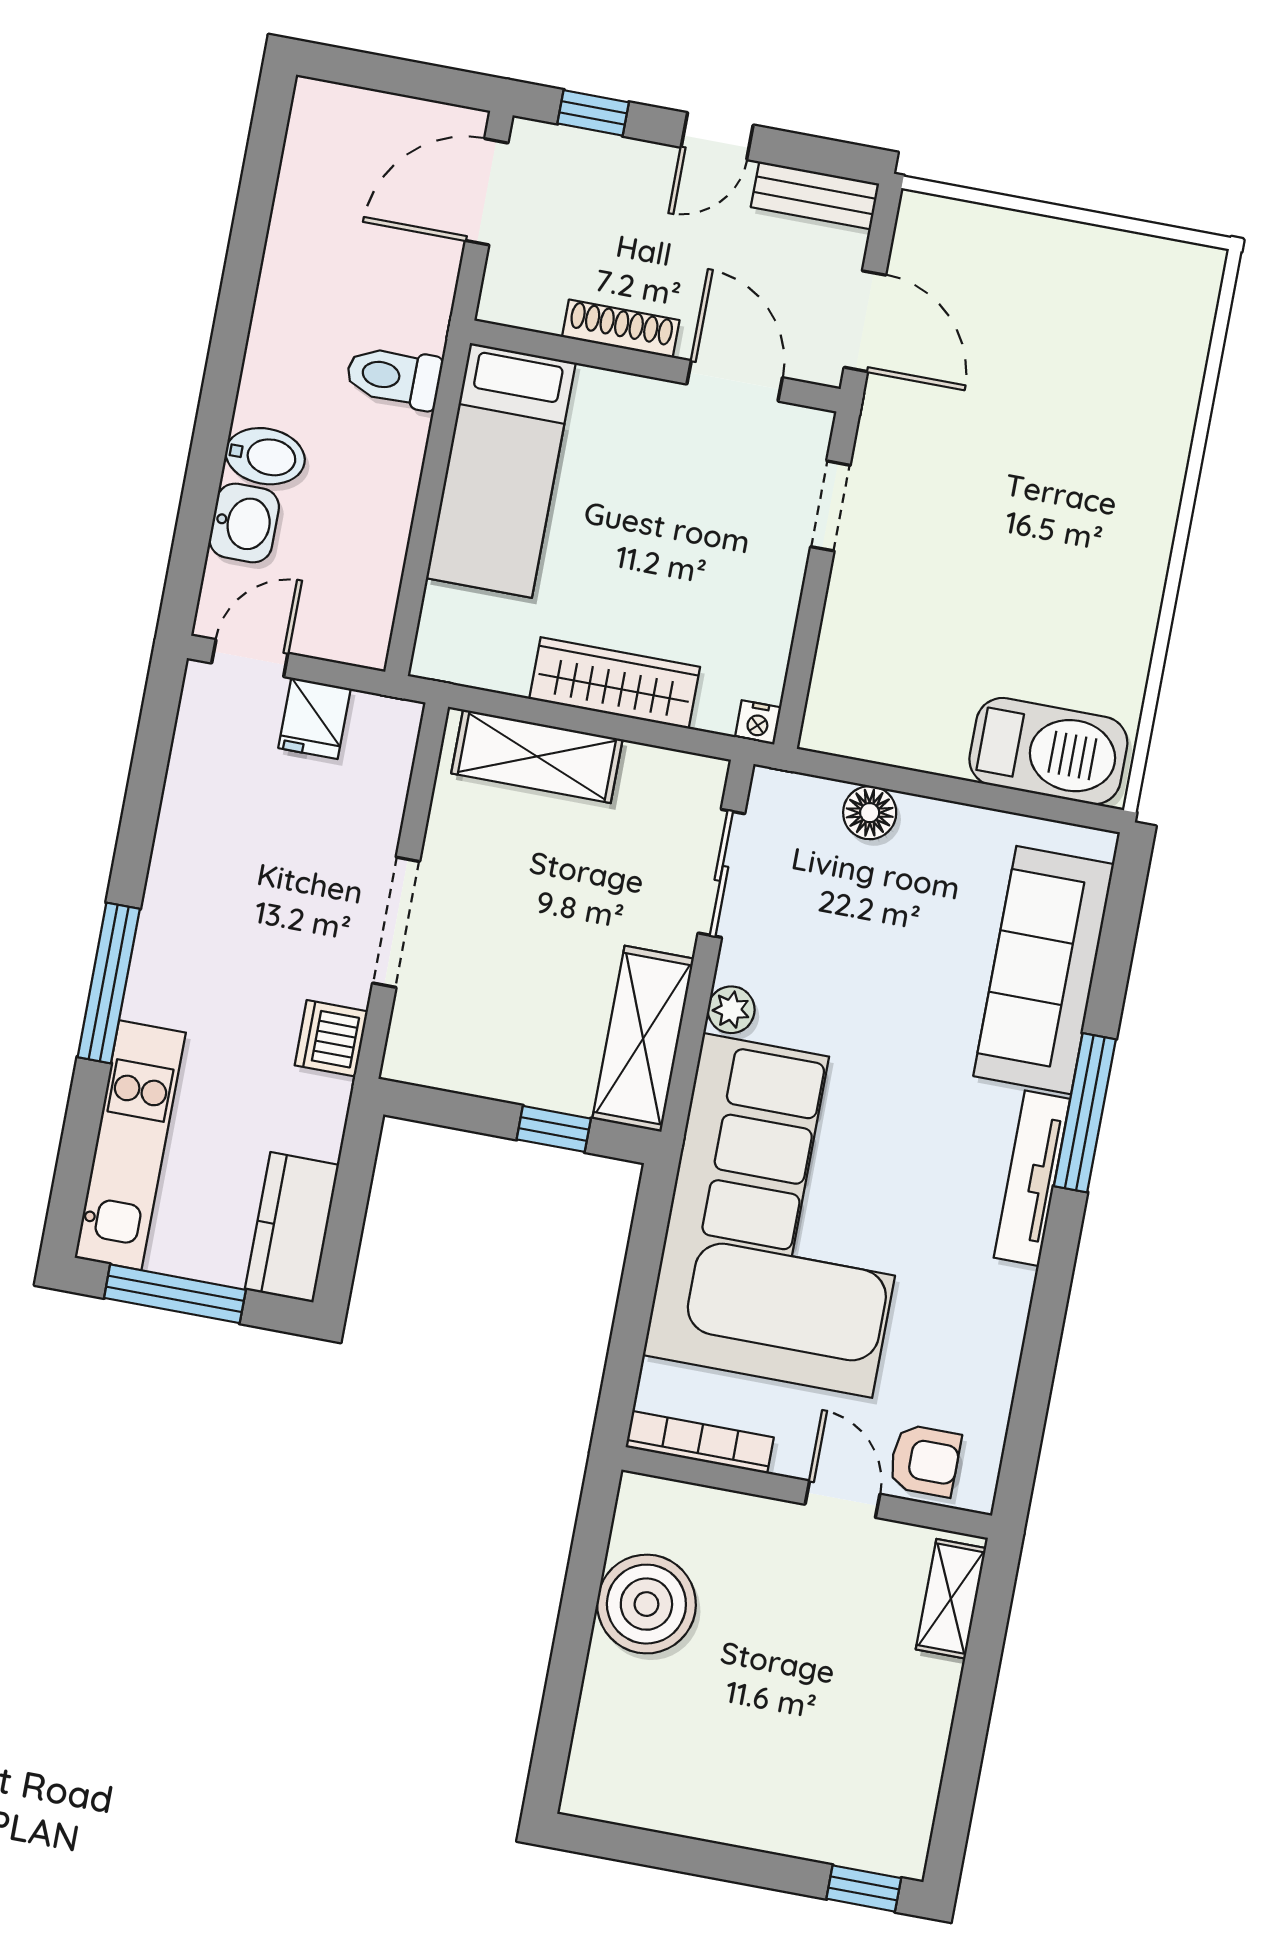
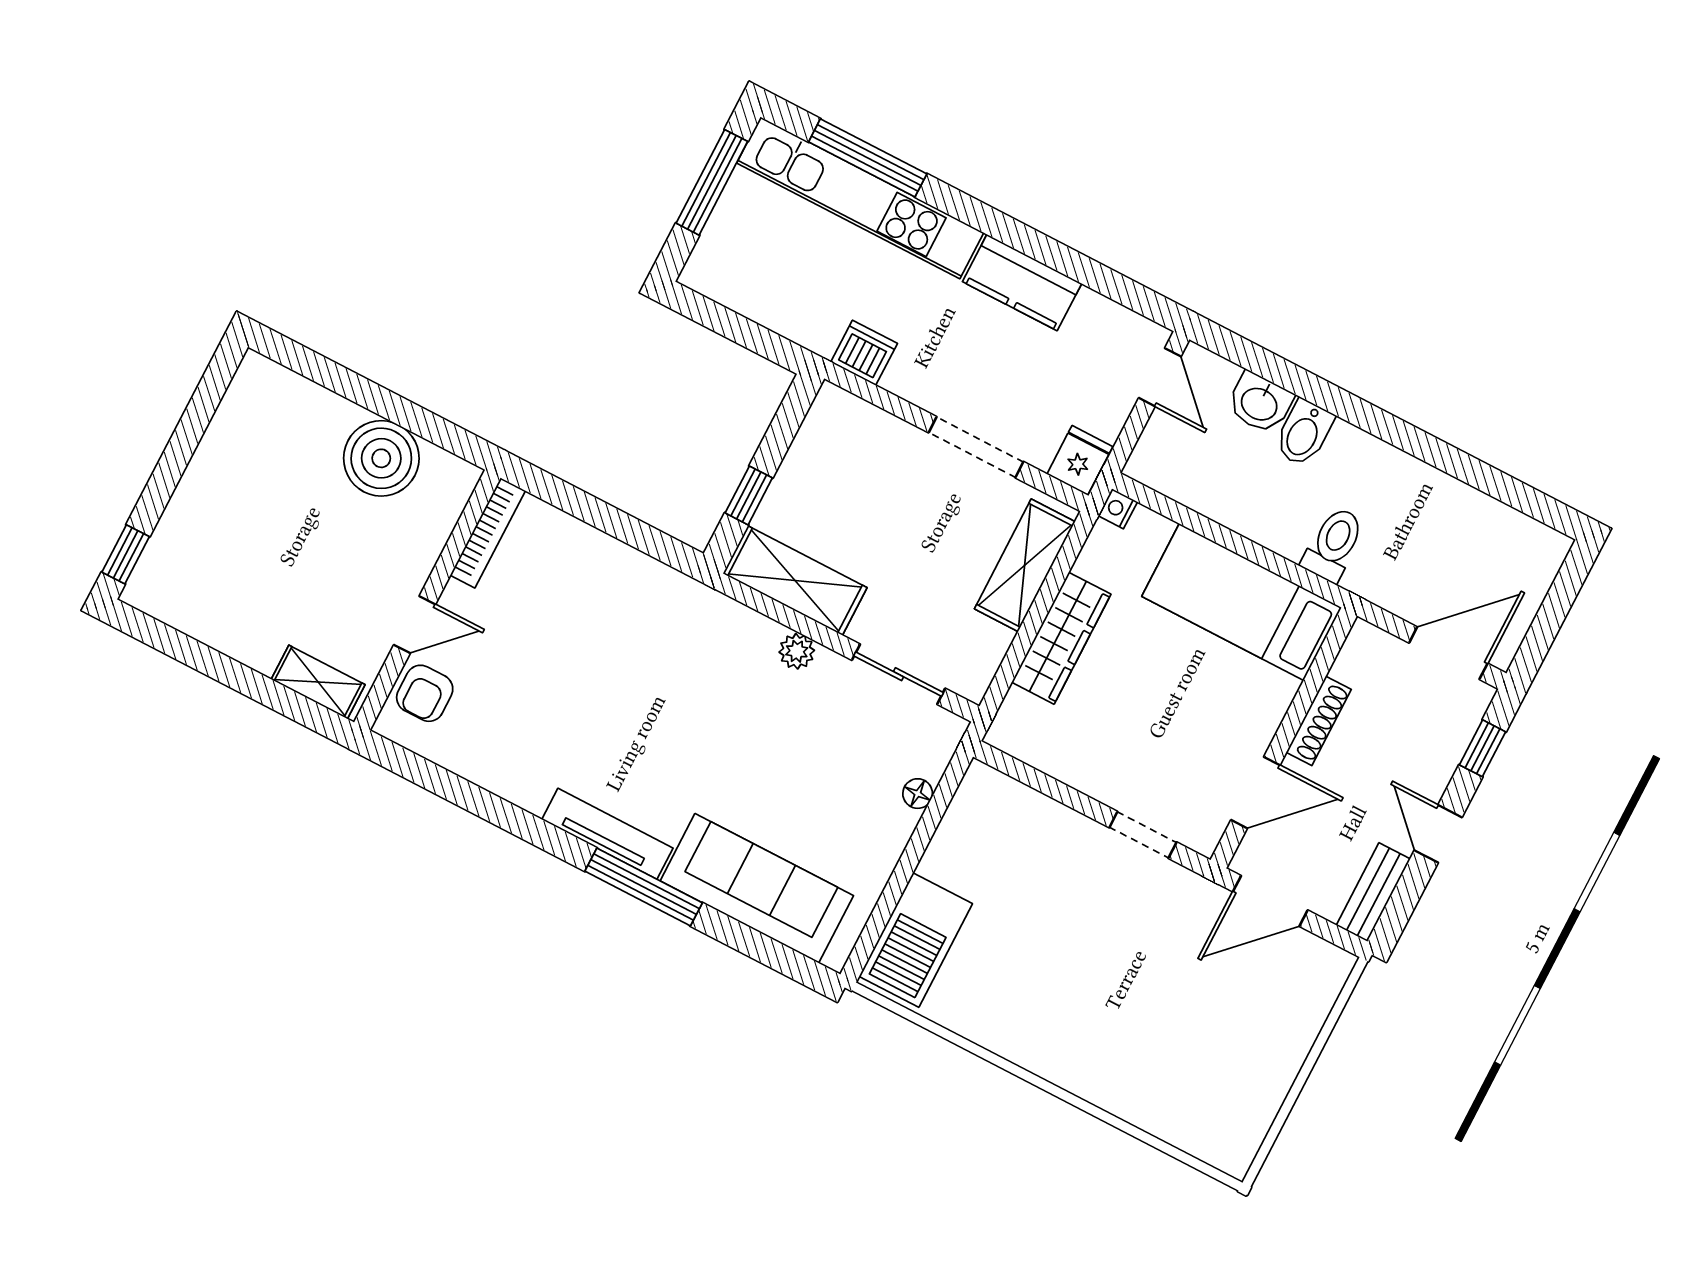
door: (487, 192) -> (1448, 653), hinge flipped
fridge: (314, 718) -> (1080, 460), moved, turned 90
nightstand: (758, 722) -> (1118, 509), moved
floor lamp: (870, 813) -> (918, 794), width x0.73, depth x0.73
doorway: (396, 922) -> (976, 447), moved
window: (109, 983) -> (868, 158), moved
kitchen unit: (130, 1145) -> (860, 198), width x1.36
corner sofa: (788, 1215) -> (634, 647), removed
kitchen counter: (292, 1227) -> (1022, 283), moved, turned 180

